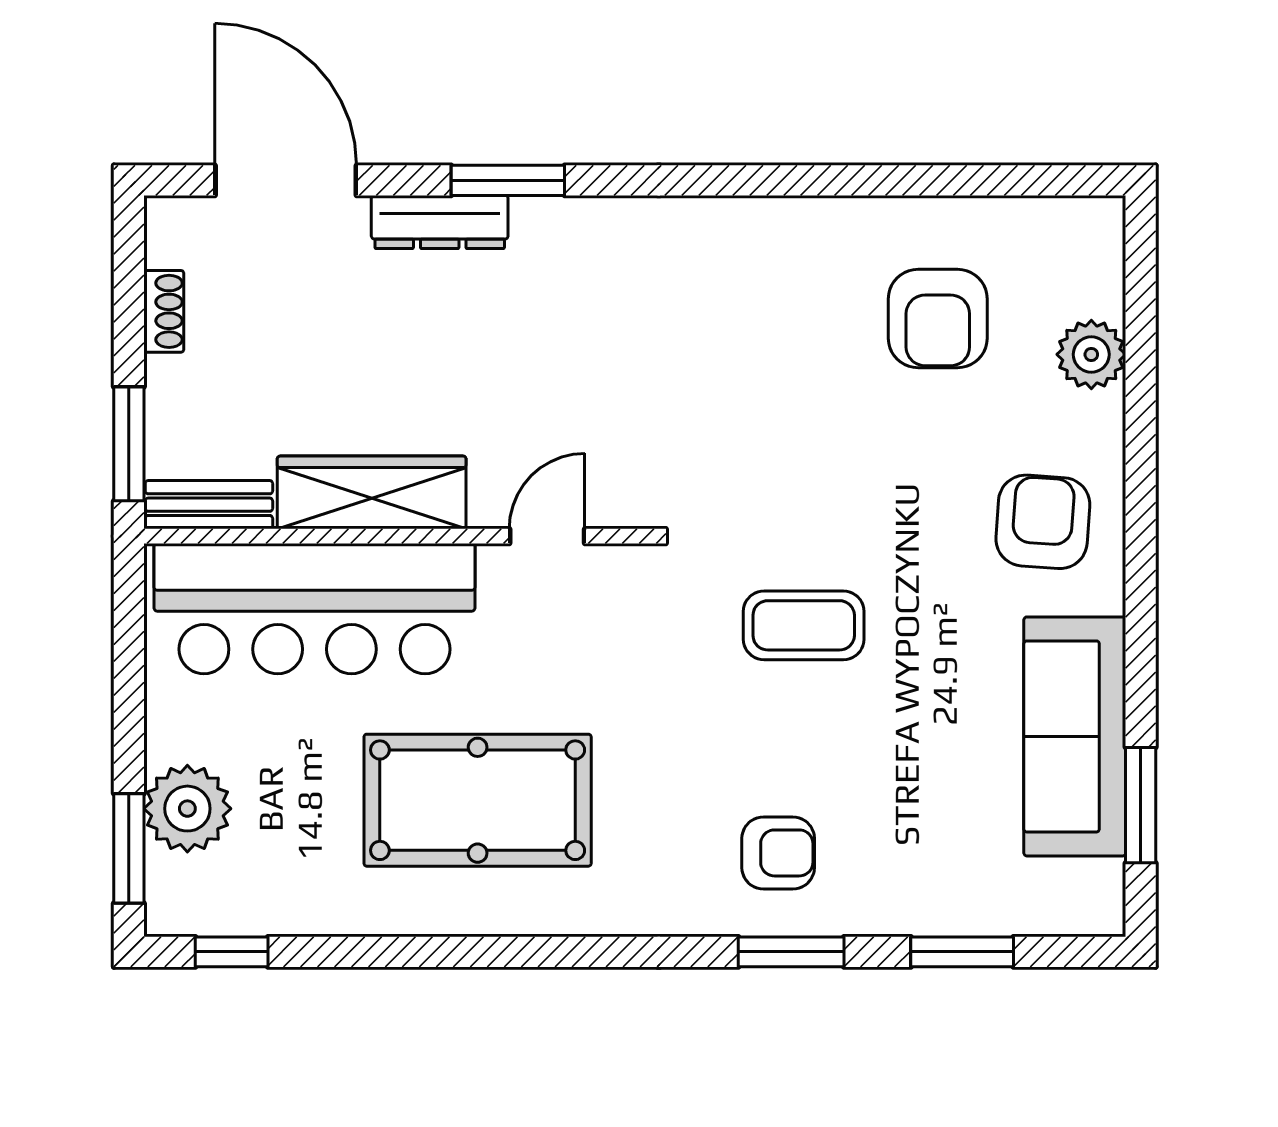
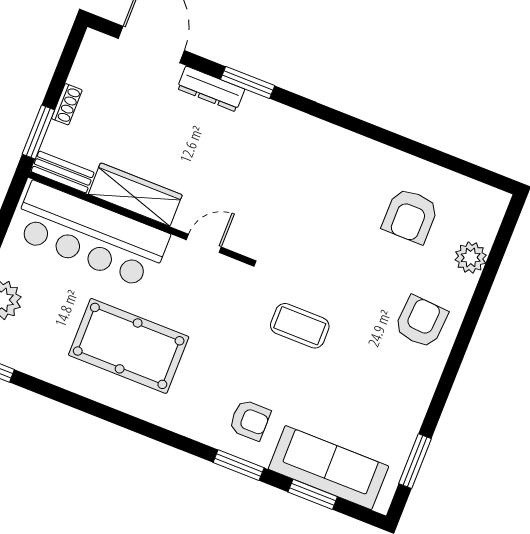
shoe rack: (164, 311) -> (67, 104), moved
sofa: (1075, 736) -> (328, 468), moved, turned 90

